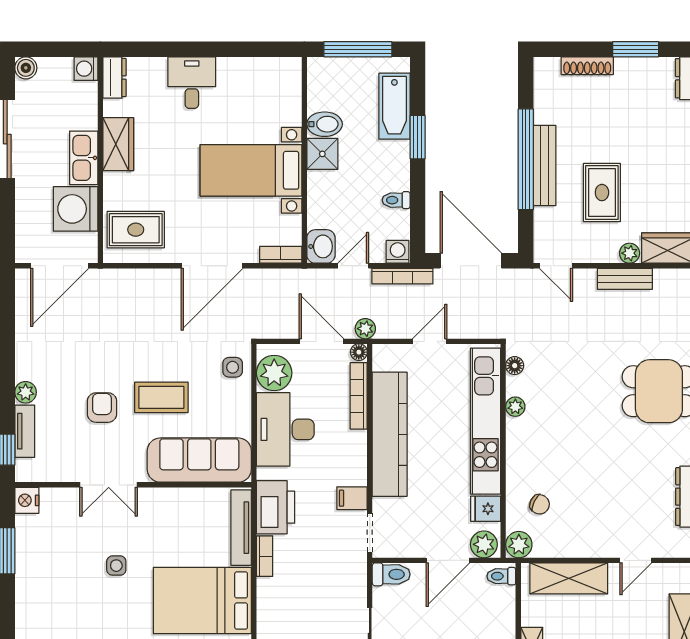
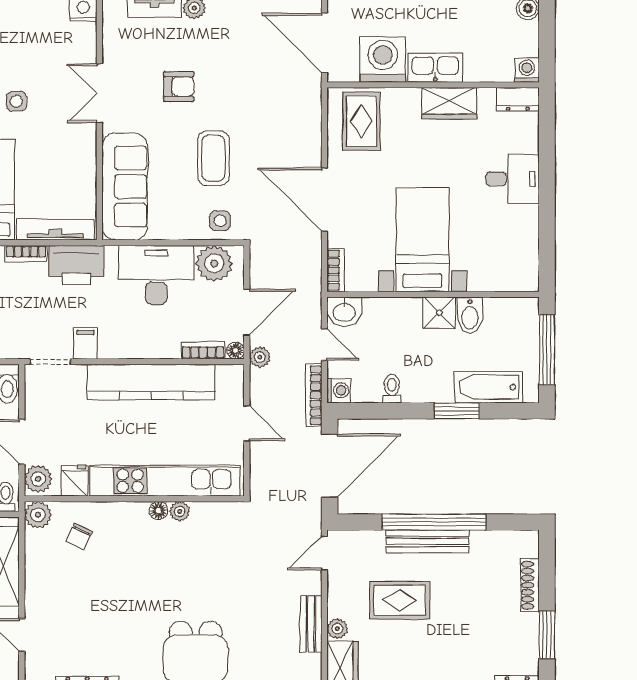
floor lamp: (515, 366) -> (158, 511), moved
bookcase: (359, 396) -> (203, 350), width x0.64
coffee table: (161, 397) -> (213, 158), moved

